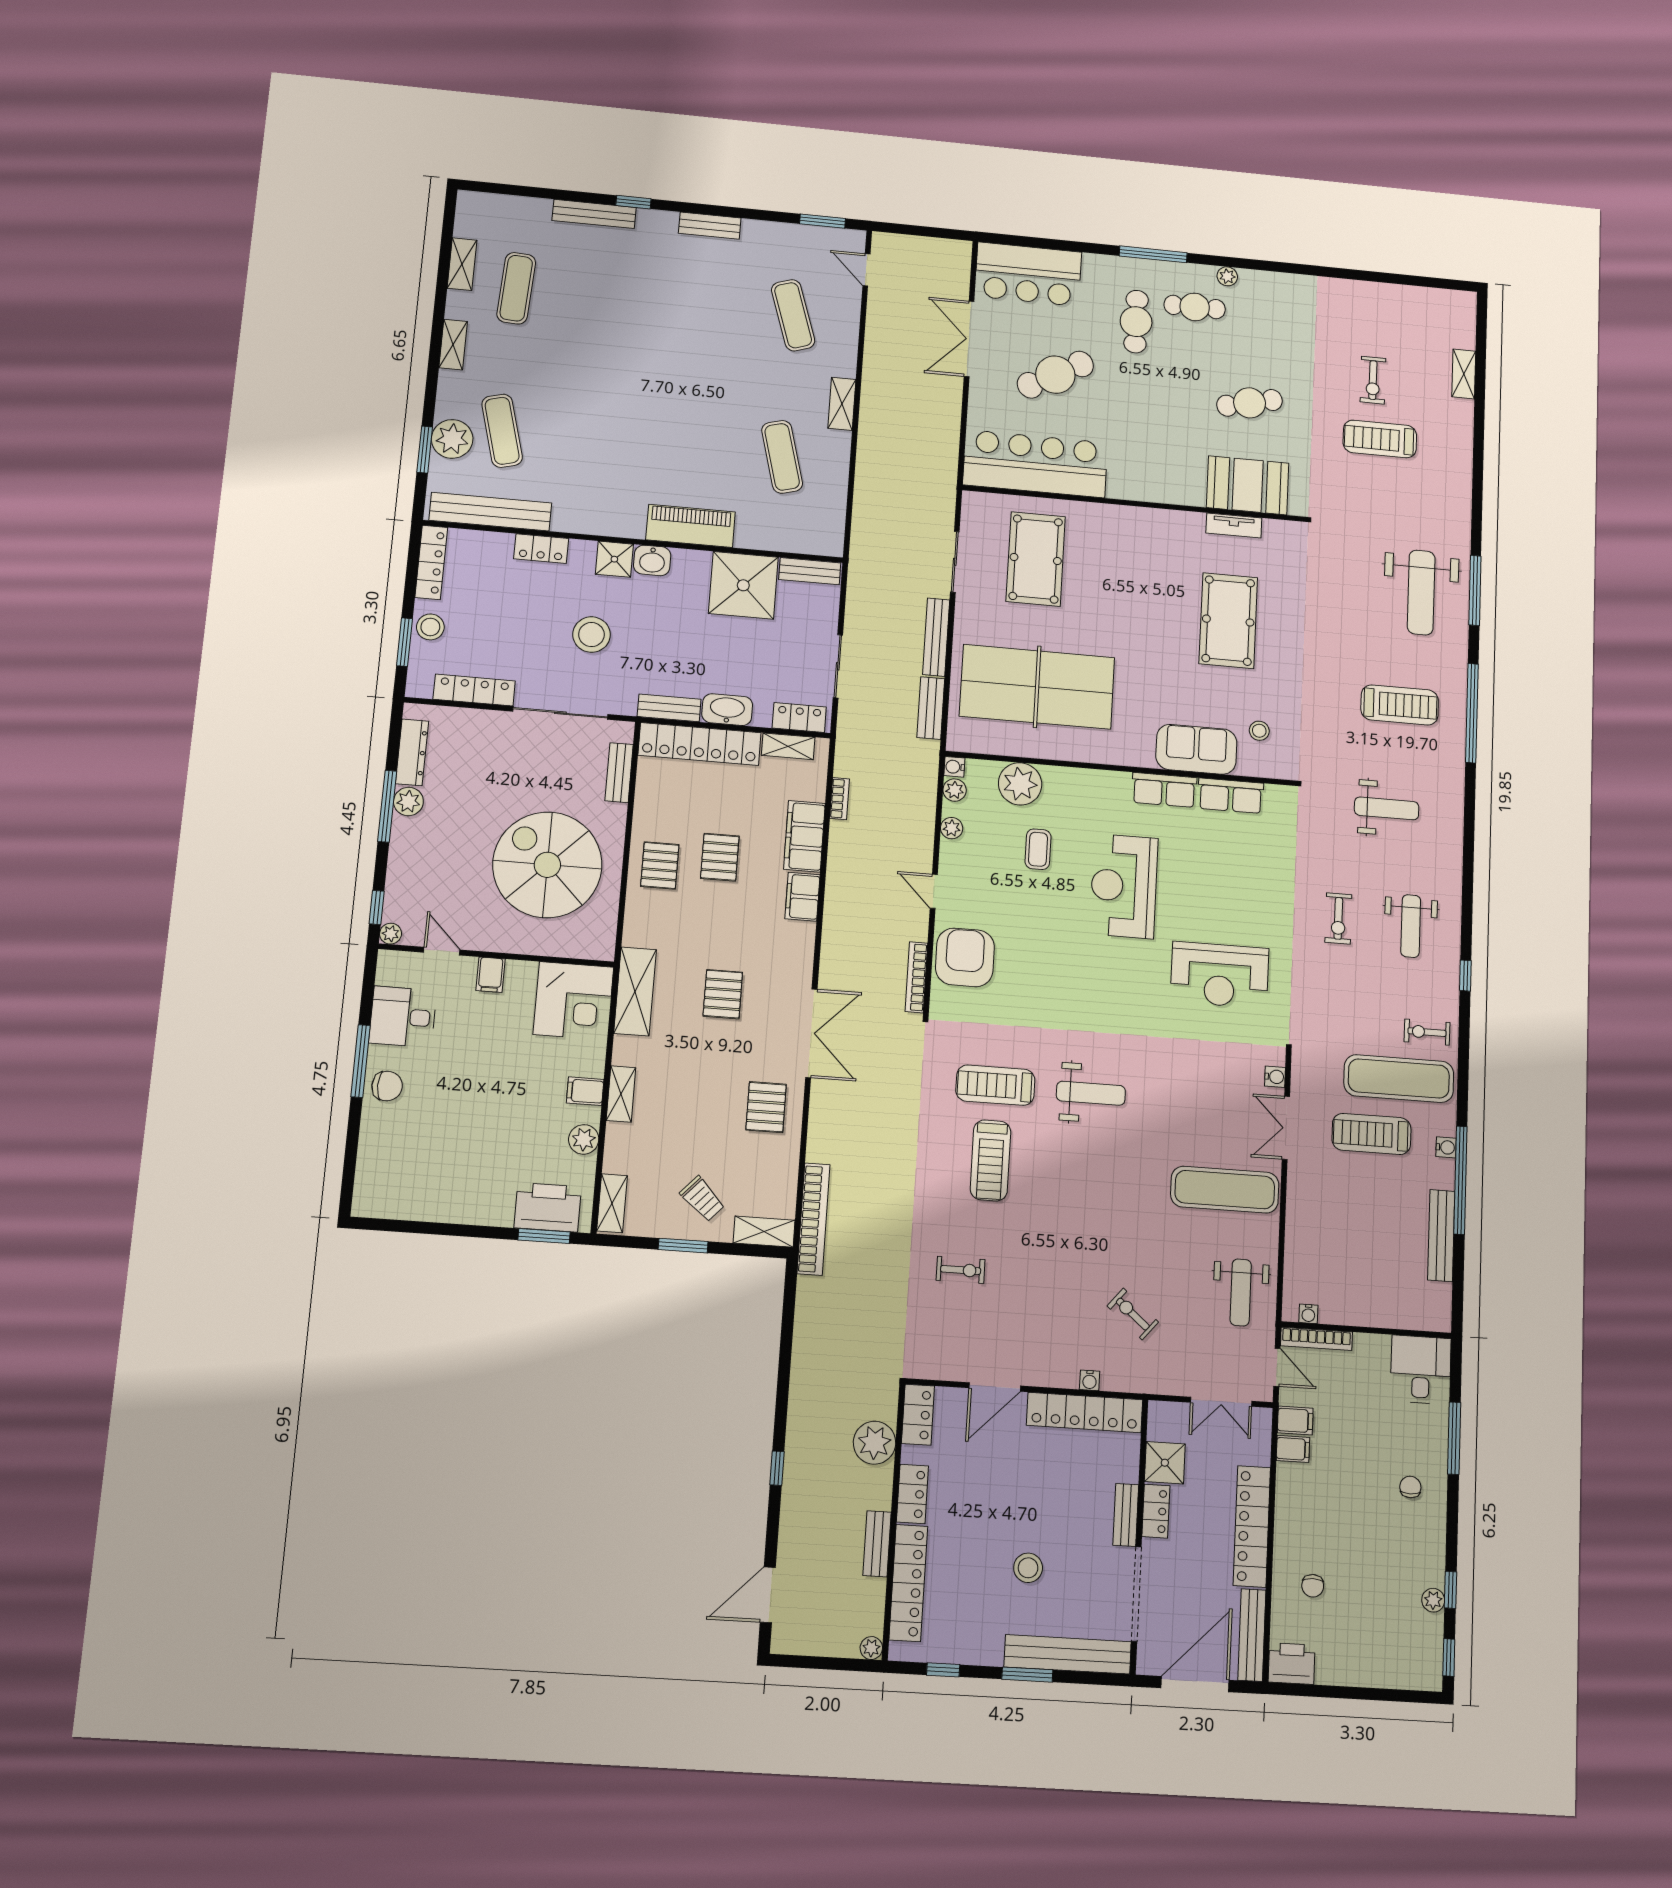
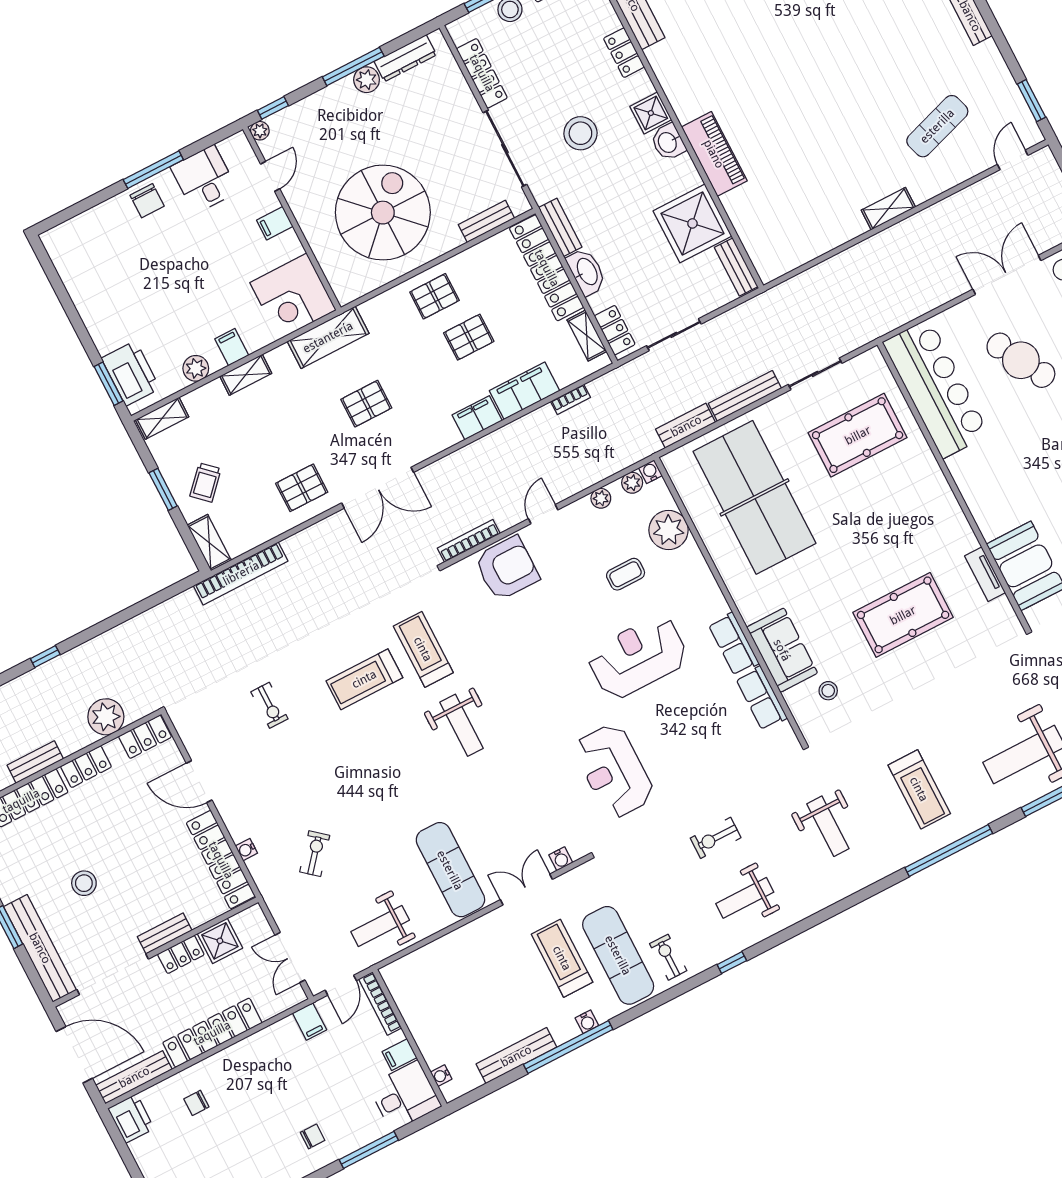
exercise mat: (782, 457) -> (815, 189), removed
water cooler: (1308, 1314) -> (441, 1076), moved
filing cabinet: (1293, 1449) -> (400, 1055), moved, turned 90

